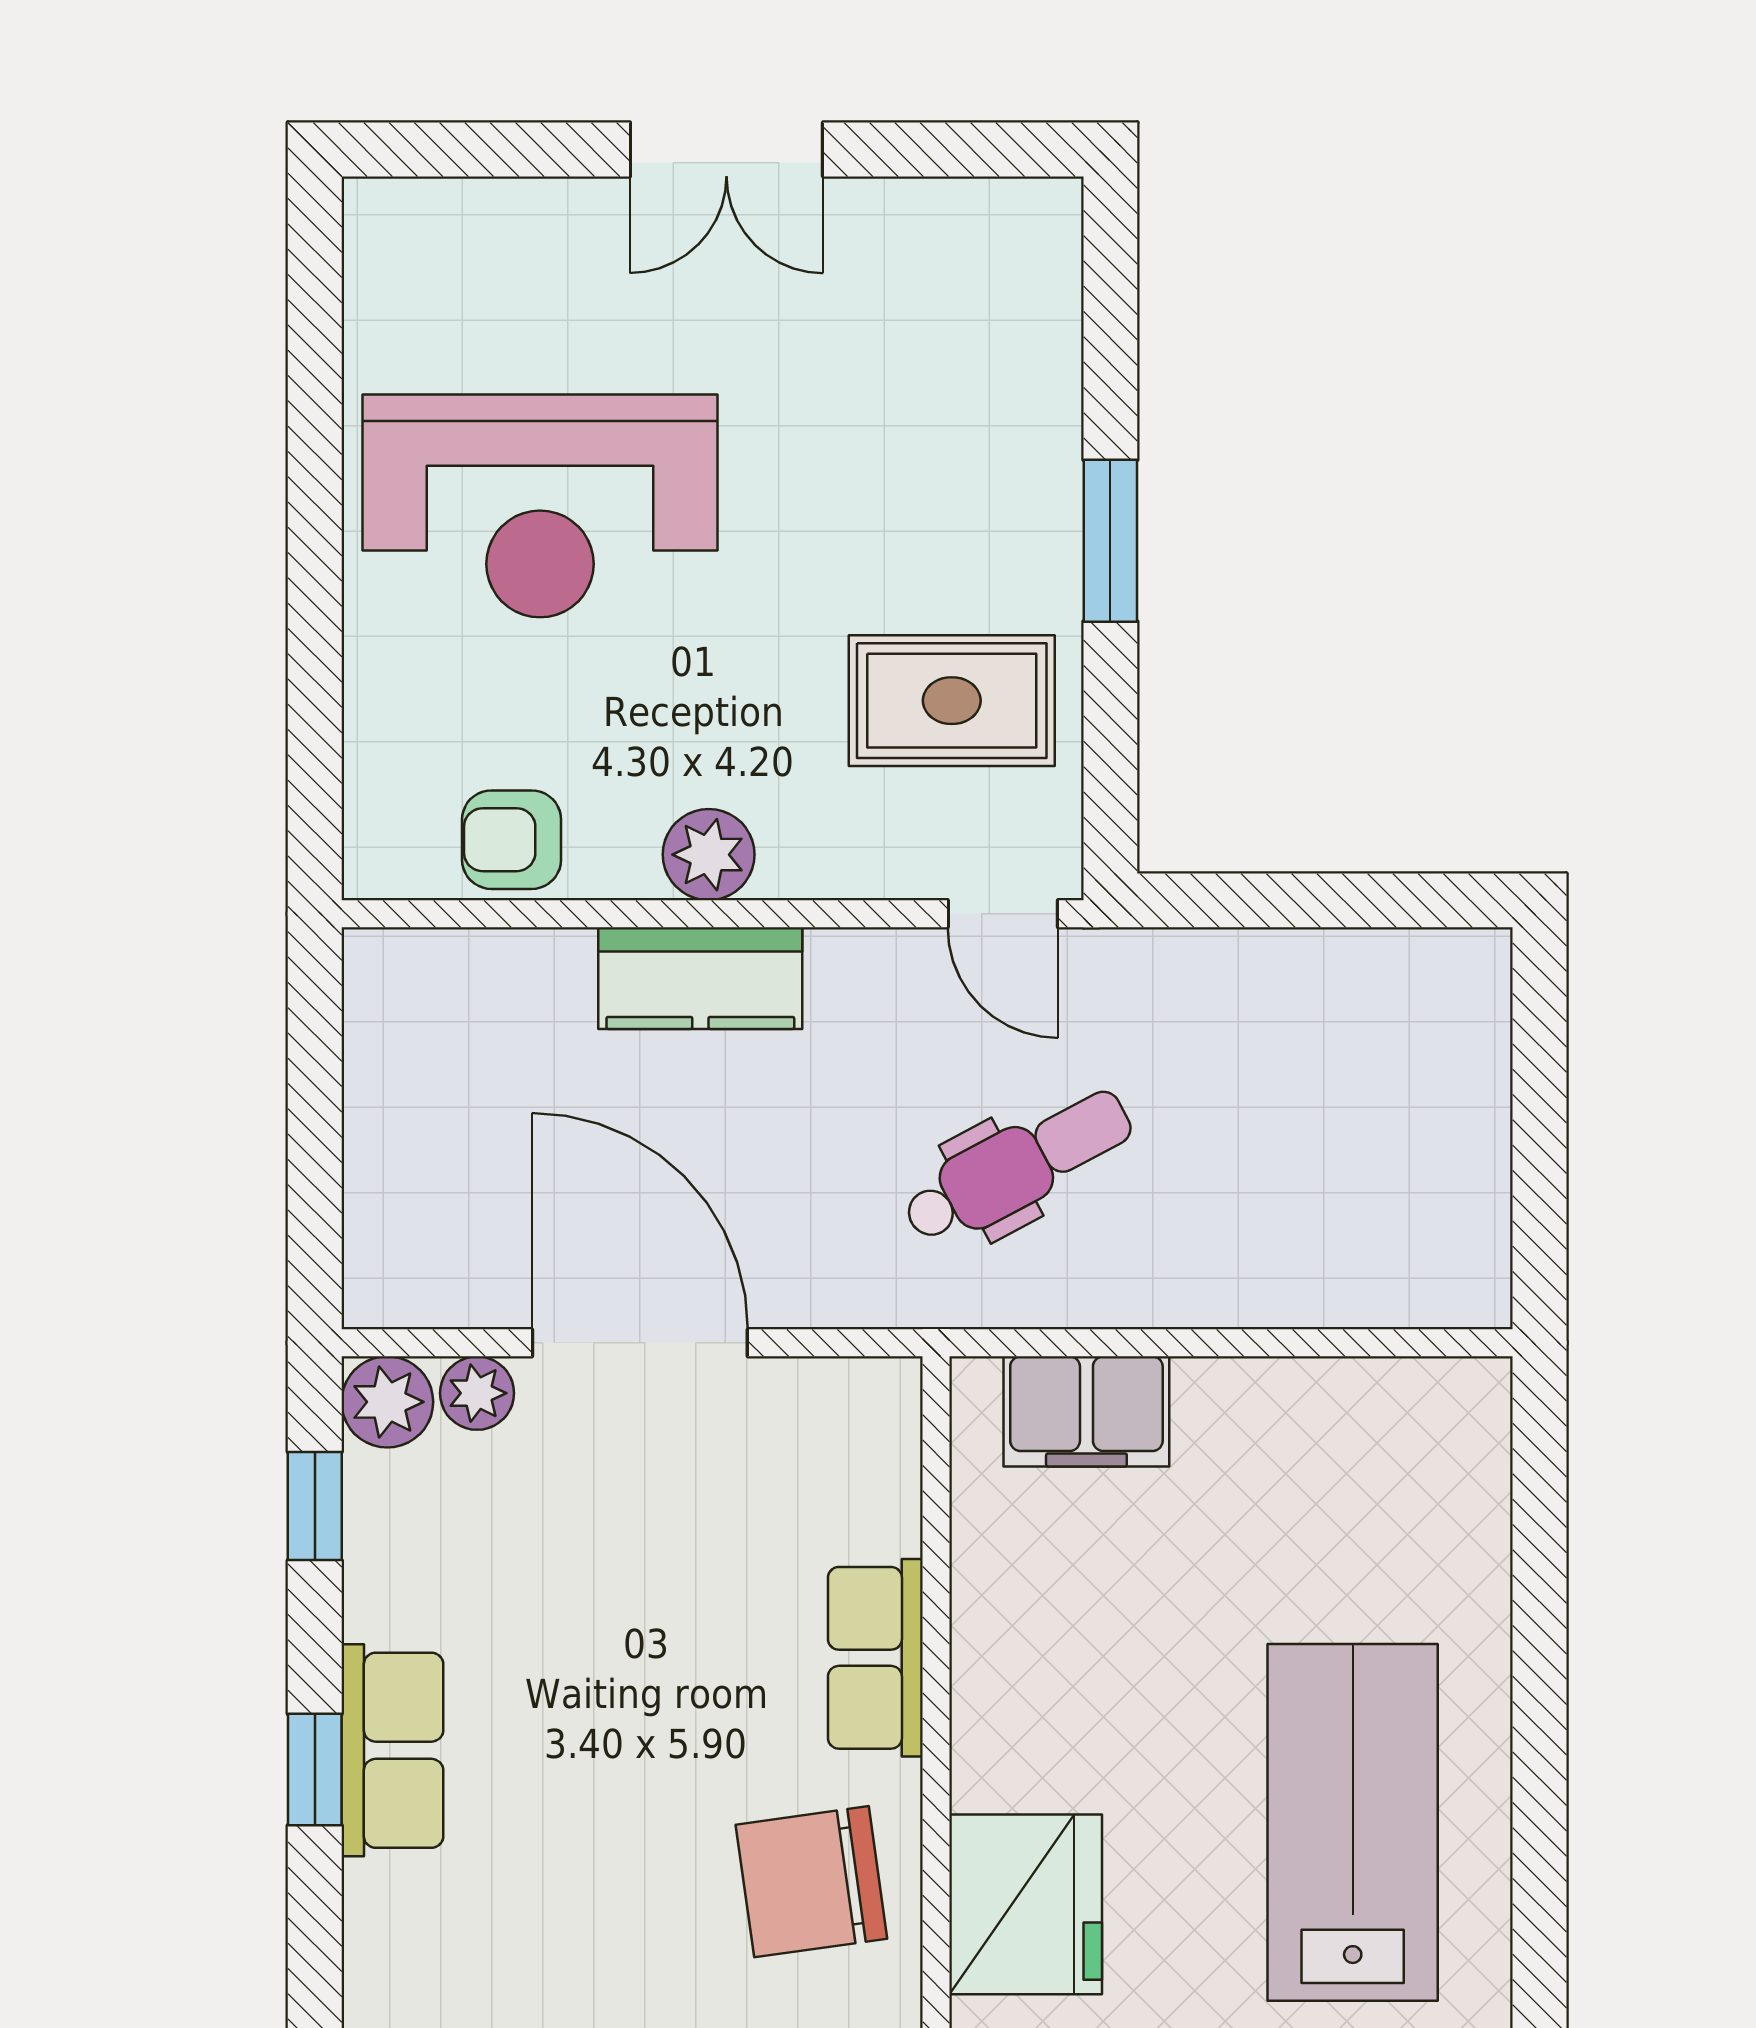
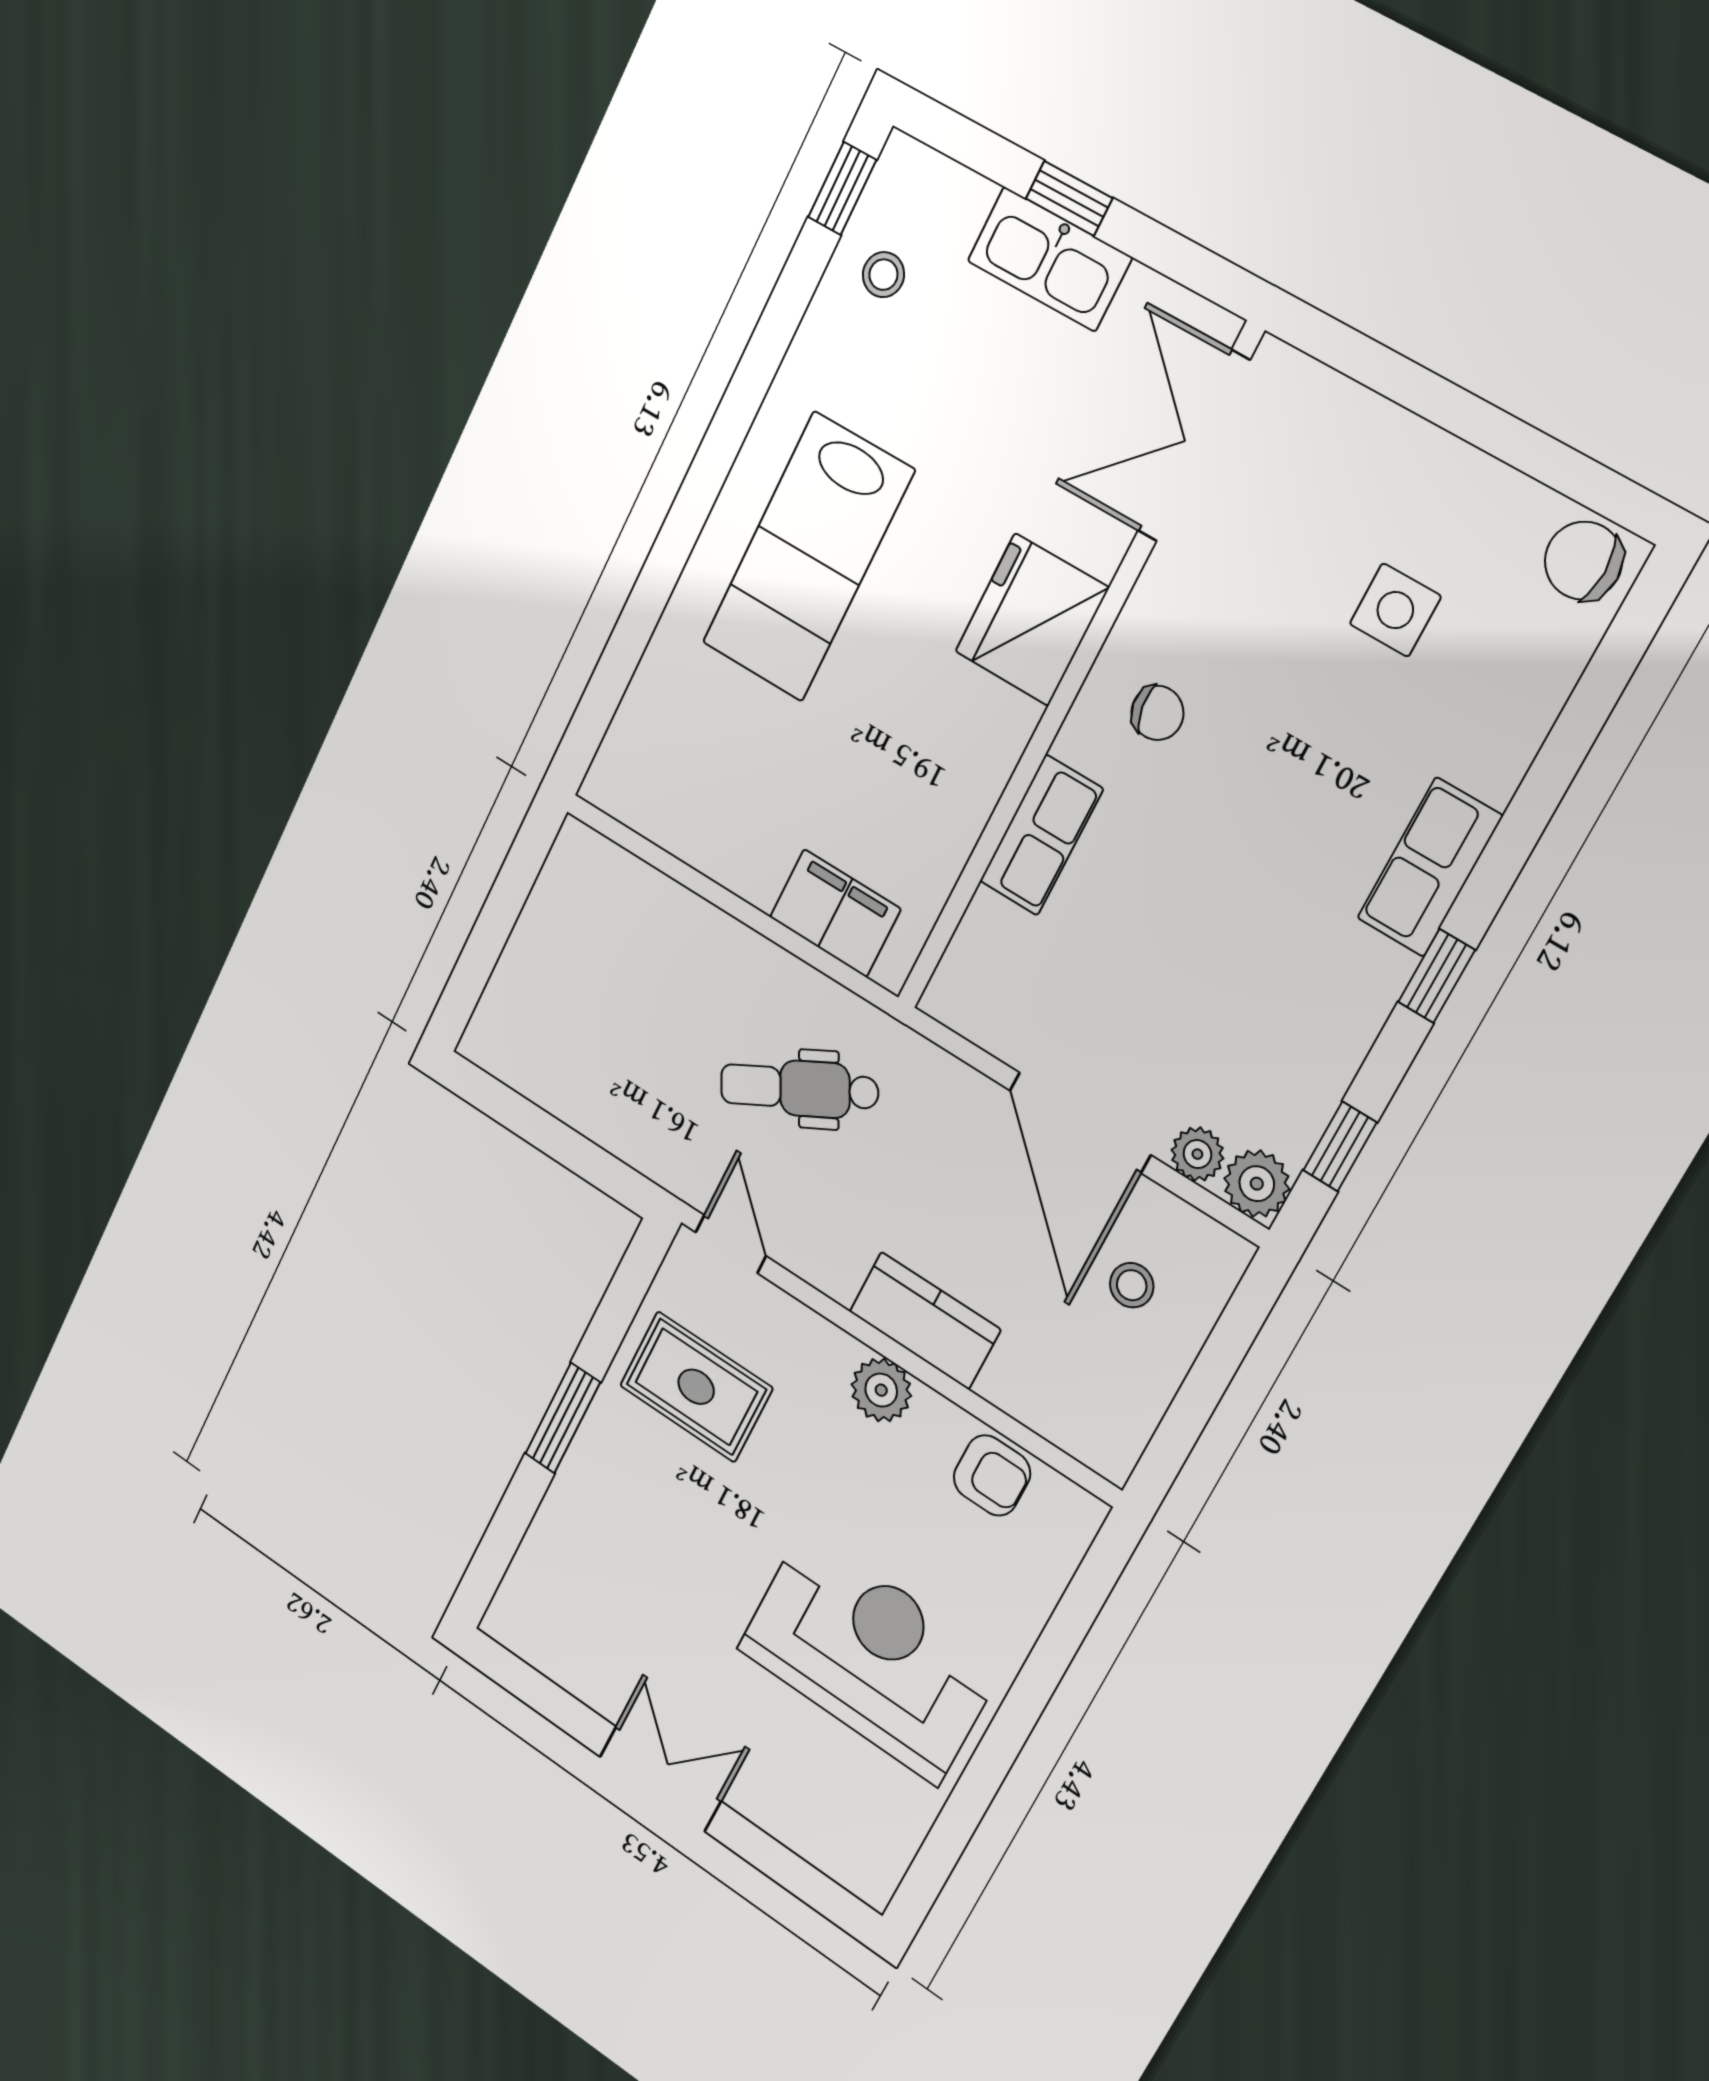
stool: (469, 1186) -> (1132, 1285), added
row of seats: (392, 1750) -> (1430, 867), moved
chair: (811, 1882) -> (1157, 713), width x0.54, depth x0.54

